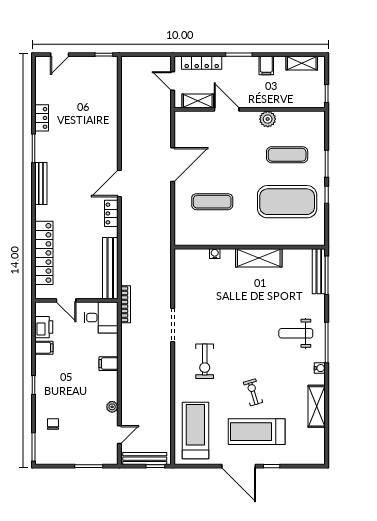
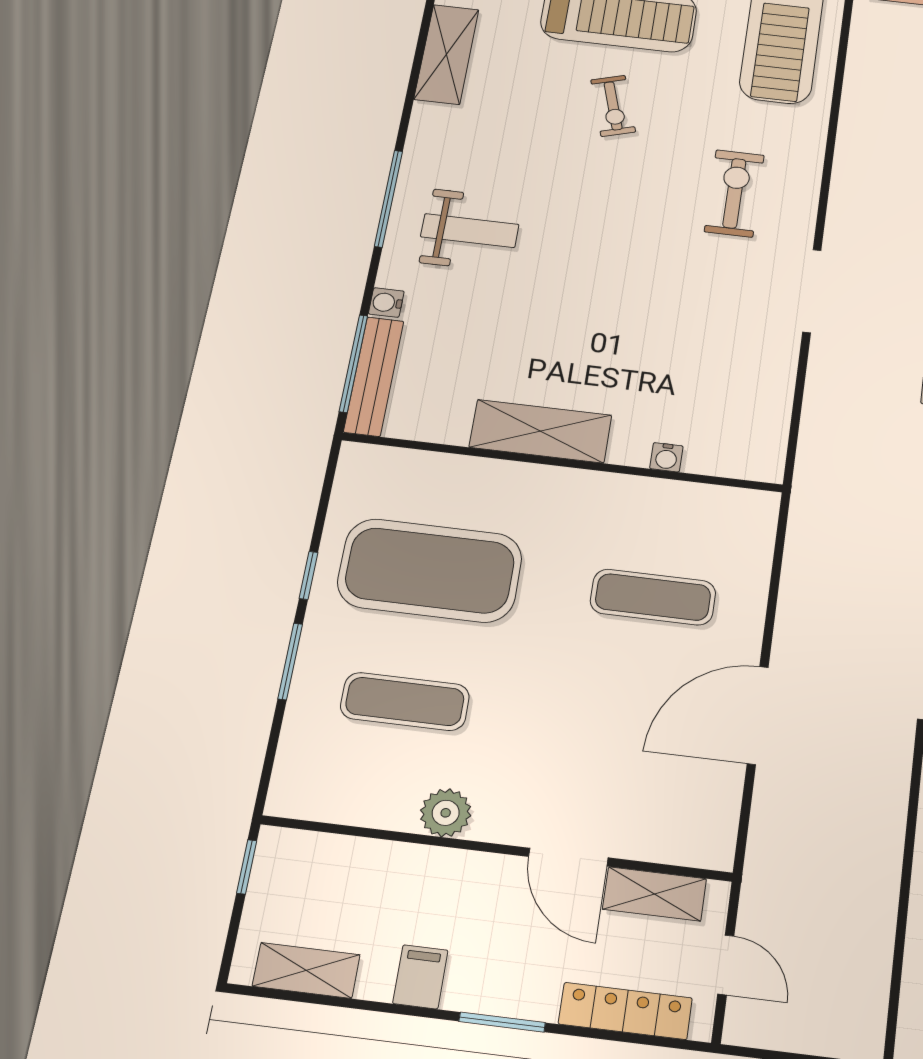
water cooler: (320, 368) -> (386, 303), moved

